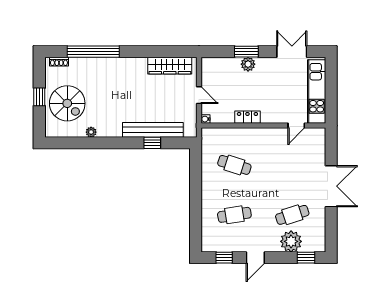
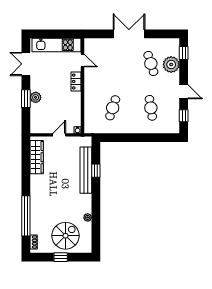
locker: (247, 117) -> (76, 81), moved

